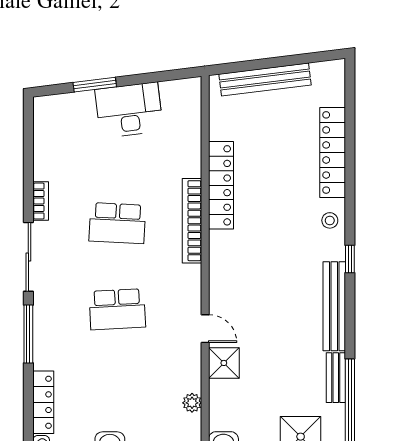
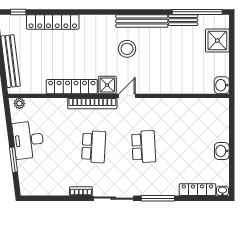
stool: (330, 220) -> (127, 49), moved, width x1.89, depth x1.89
window: (350, 259) -> (18, 12), moved
door: (205, 329) -> (127, 96), moved
shower: (224, 363) -> (107, 85), moved
plant: (192, 403) -> (19, 103), moved

